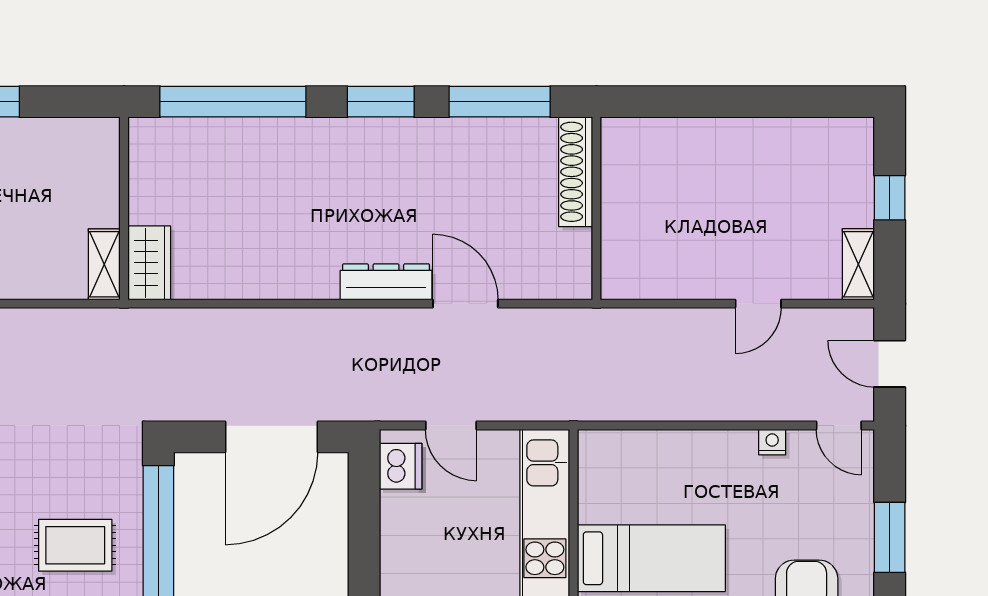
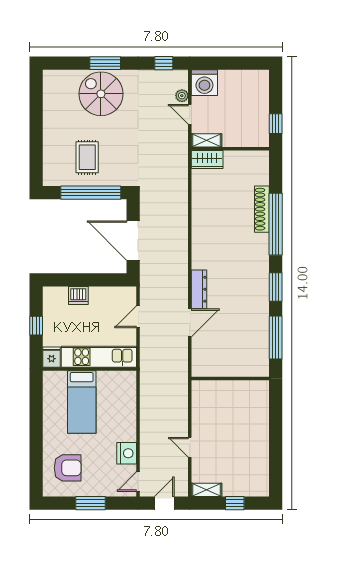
shoe rack: (576, 172) -> (262, 209), moved, turned -90
wall: (124, 208) -> (230, 149), moved
wardrobe: (149, 263) -> (207, 160), moved
shelving: (104, 264) -> (206, 140), moved
nightstand: (772, 442) -> (127, 453), width x1.89, depth x1.79
dishwasher: (401, 466) -> (78, 295), moved

